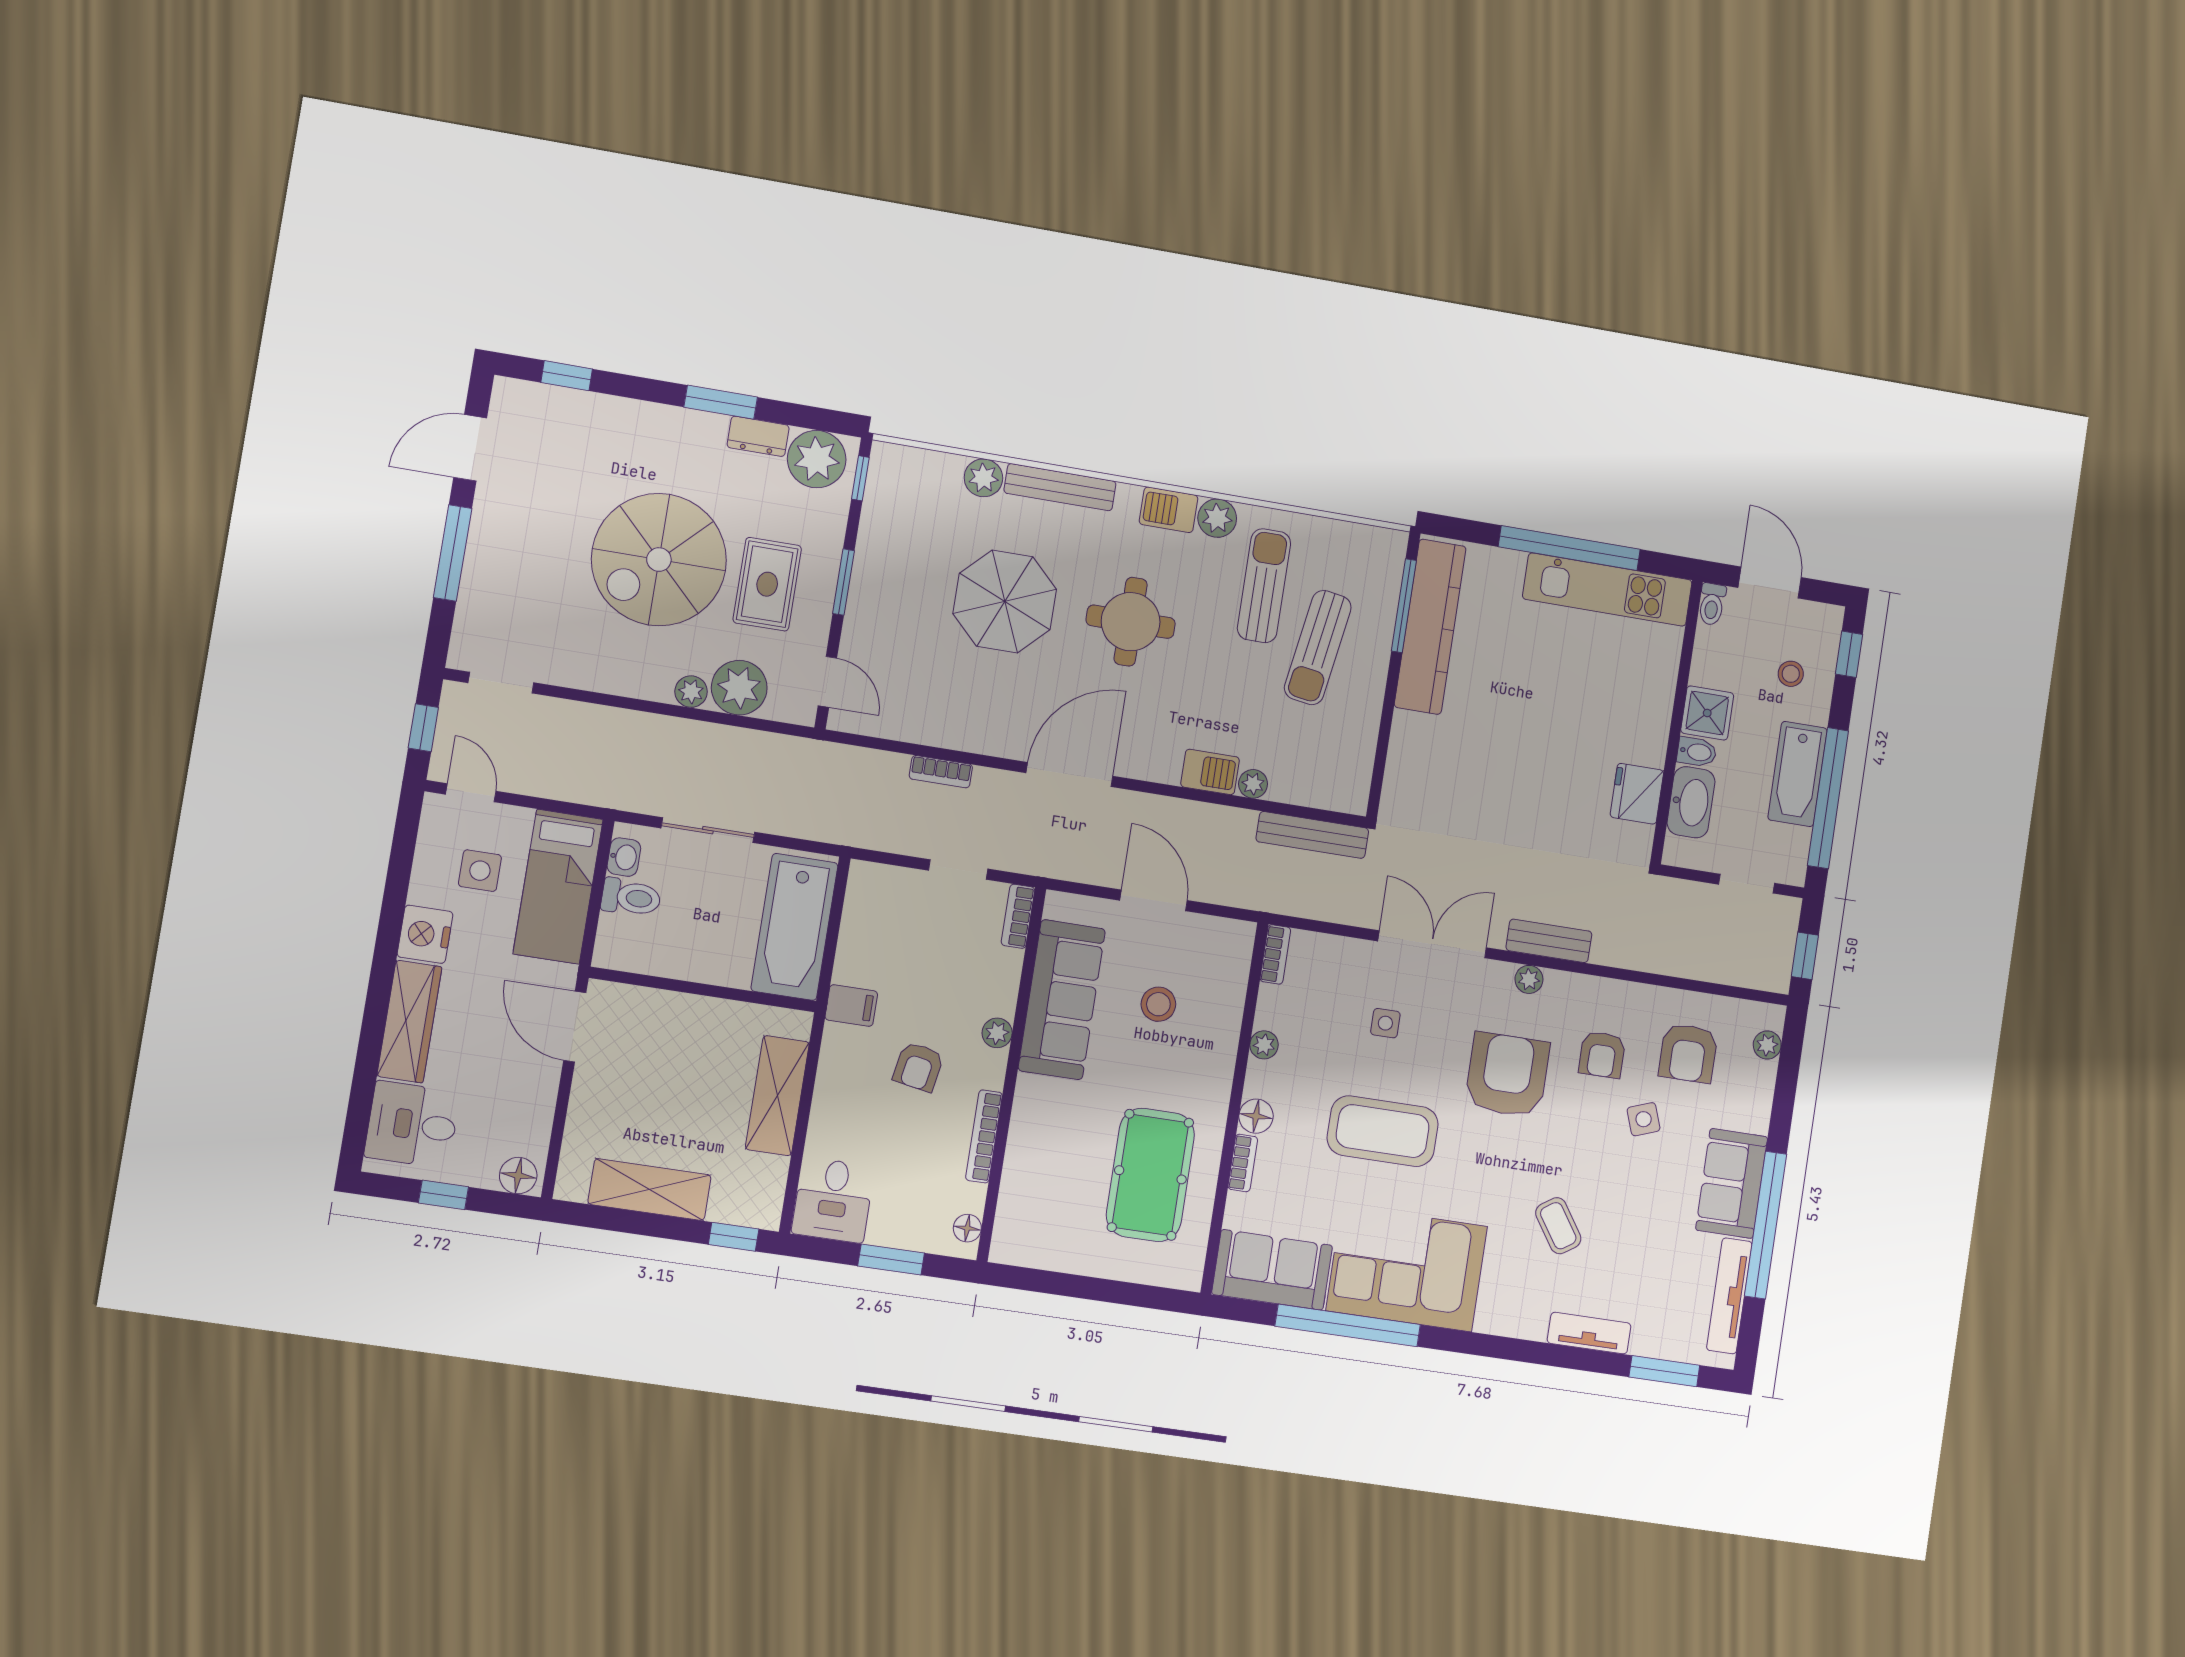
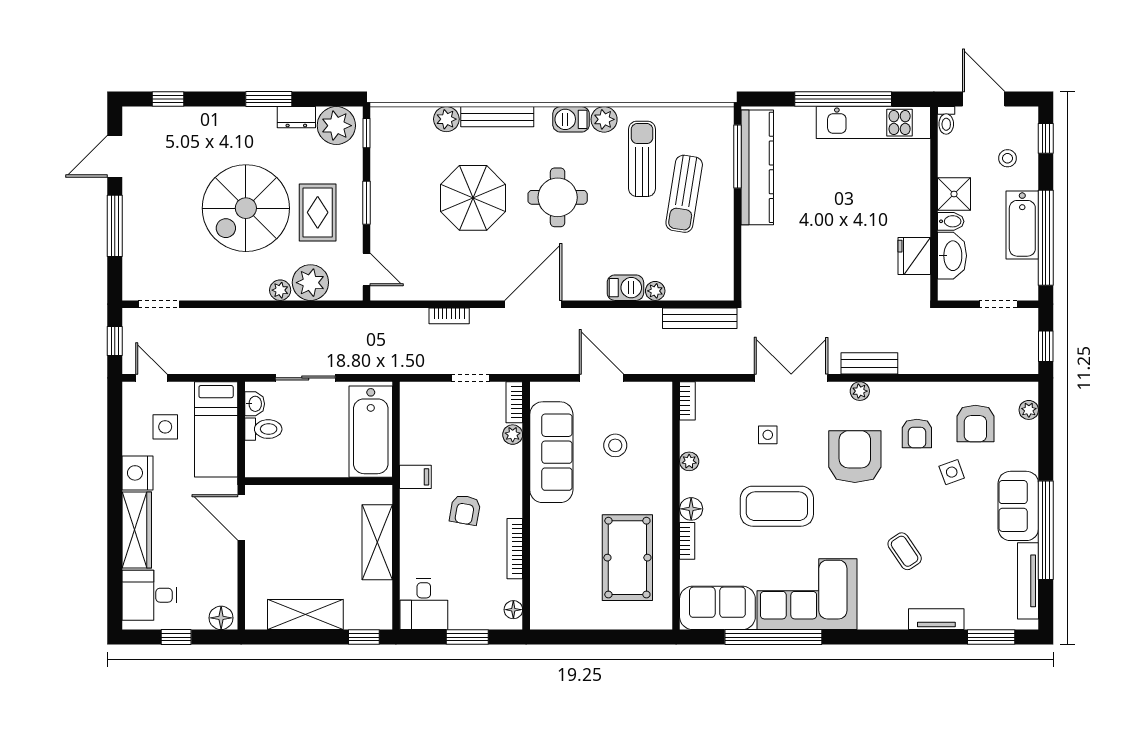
plant: (997, 1033) -> (513, 435), moved

